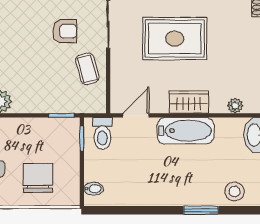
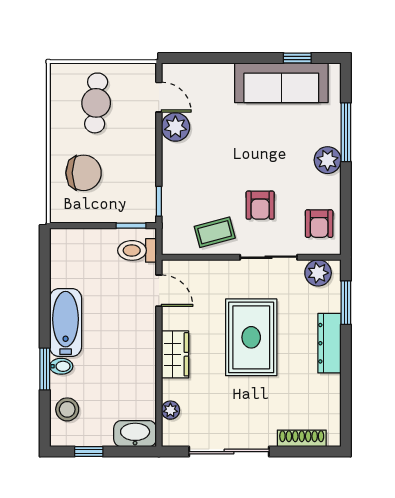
bathtub: (186, 131) -> (66, 322), moved, turned 180
bidet: (94, 189) -> (61, 366), moved, turned -90

